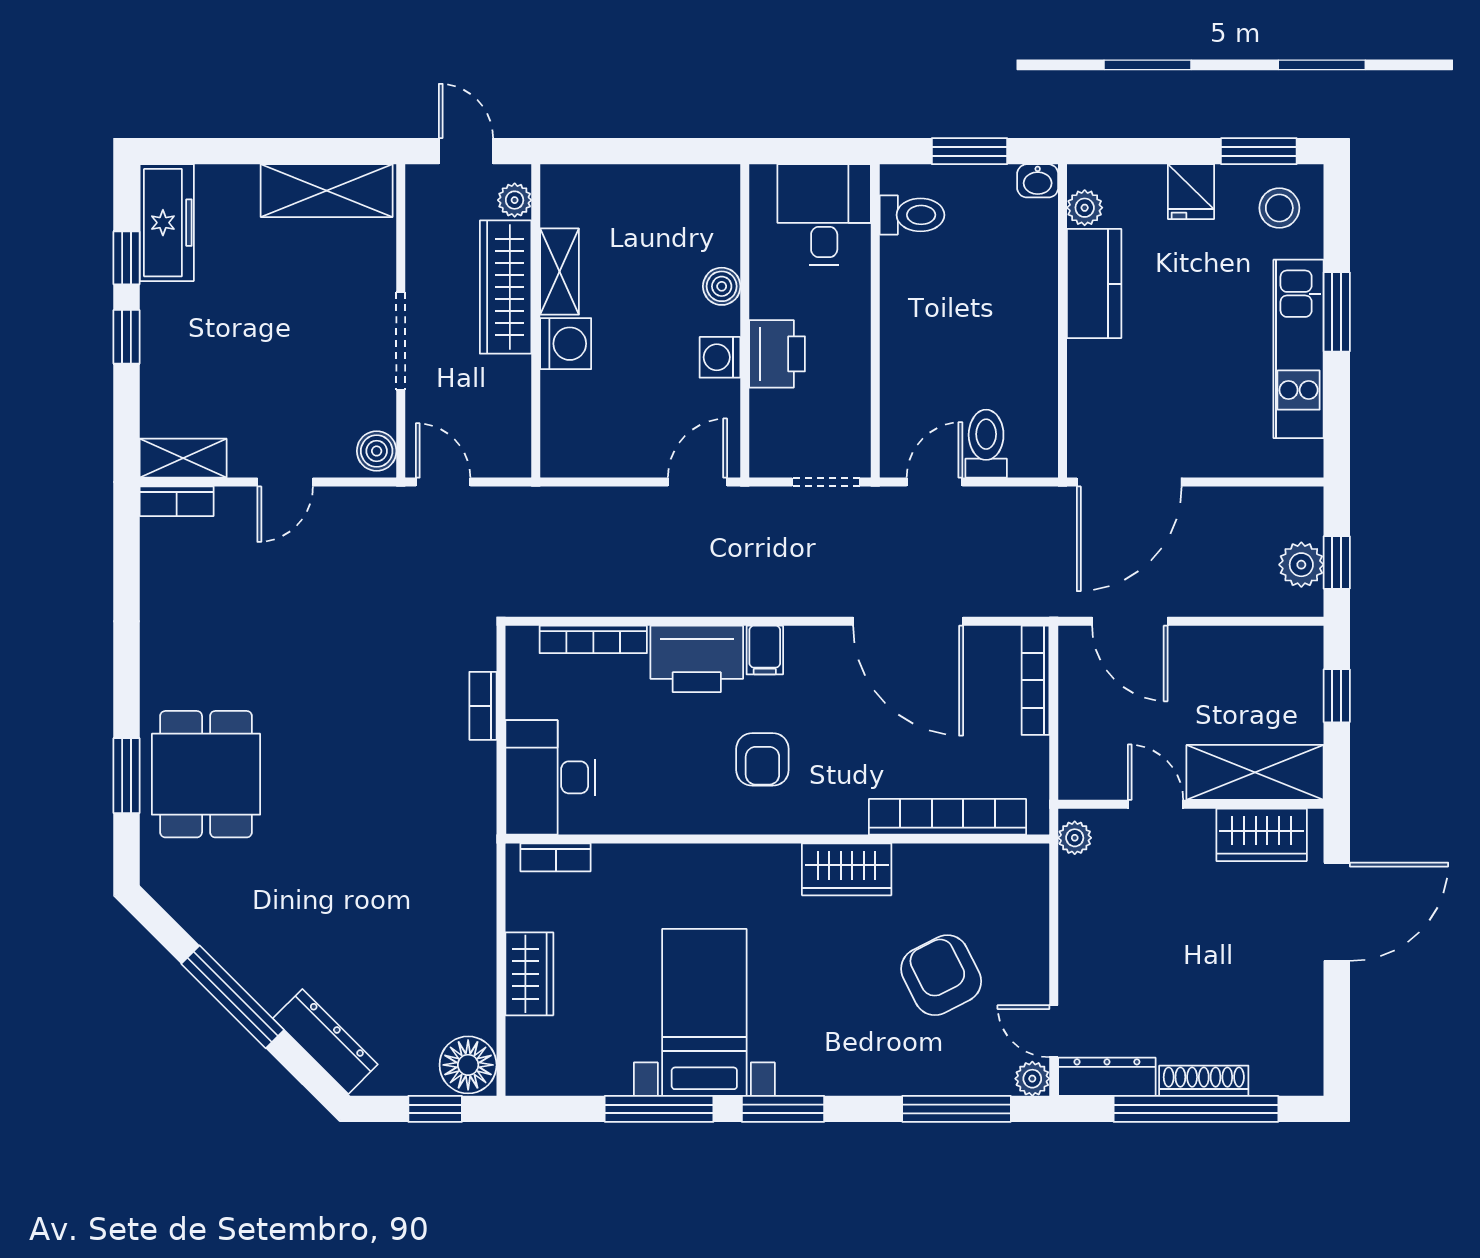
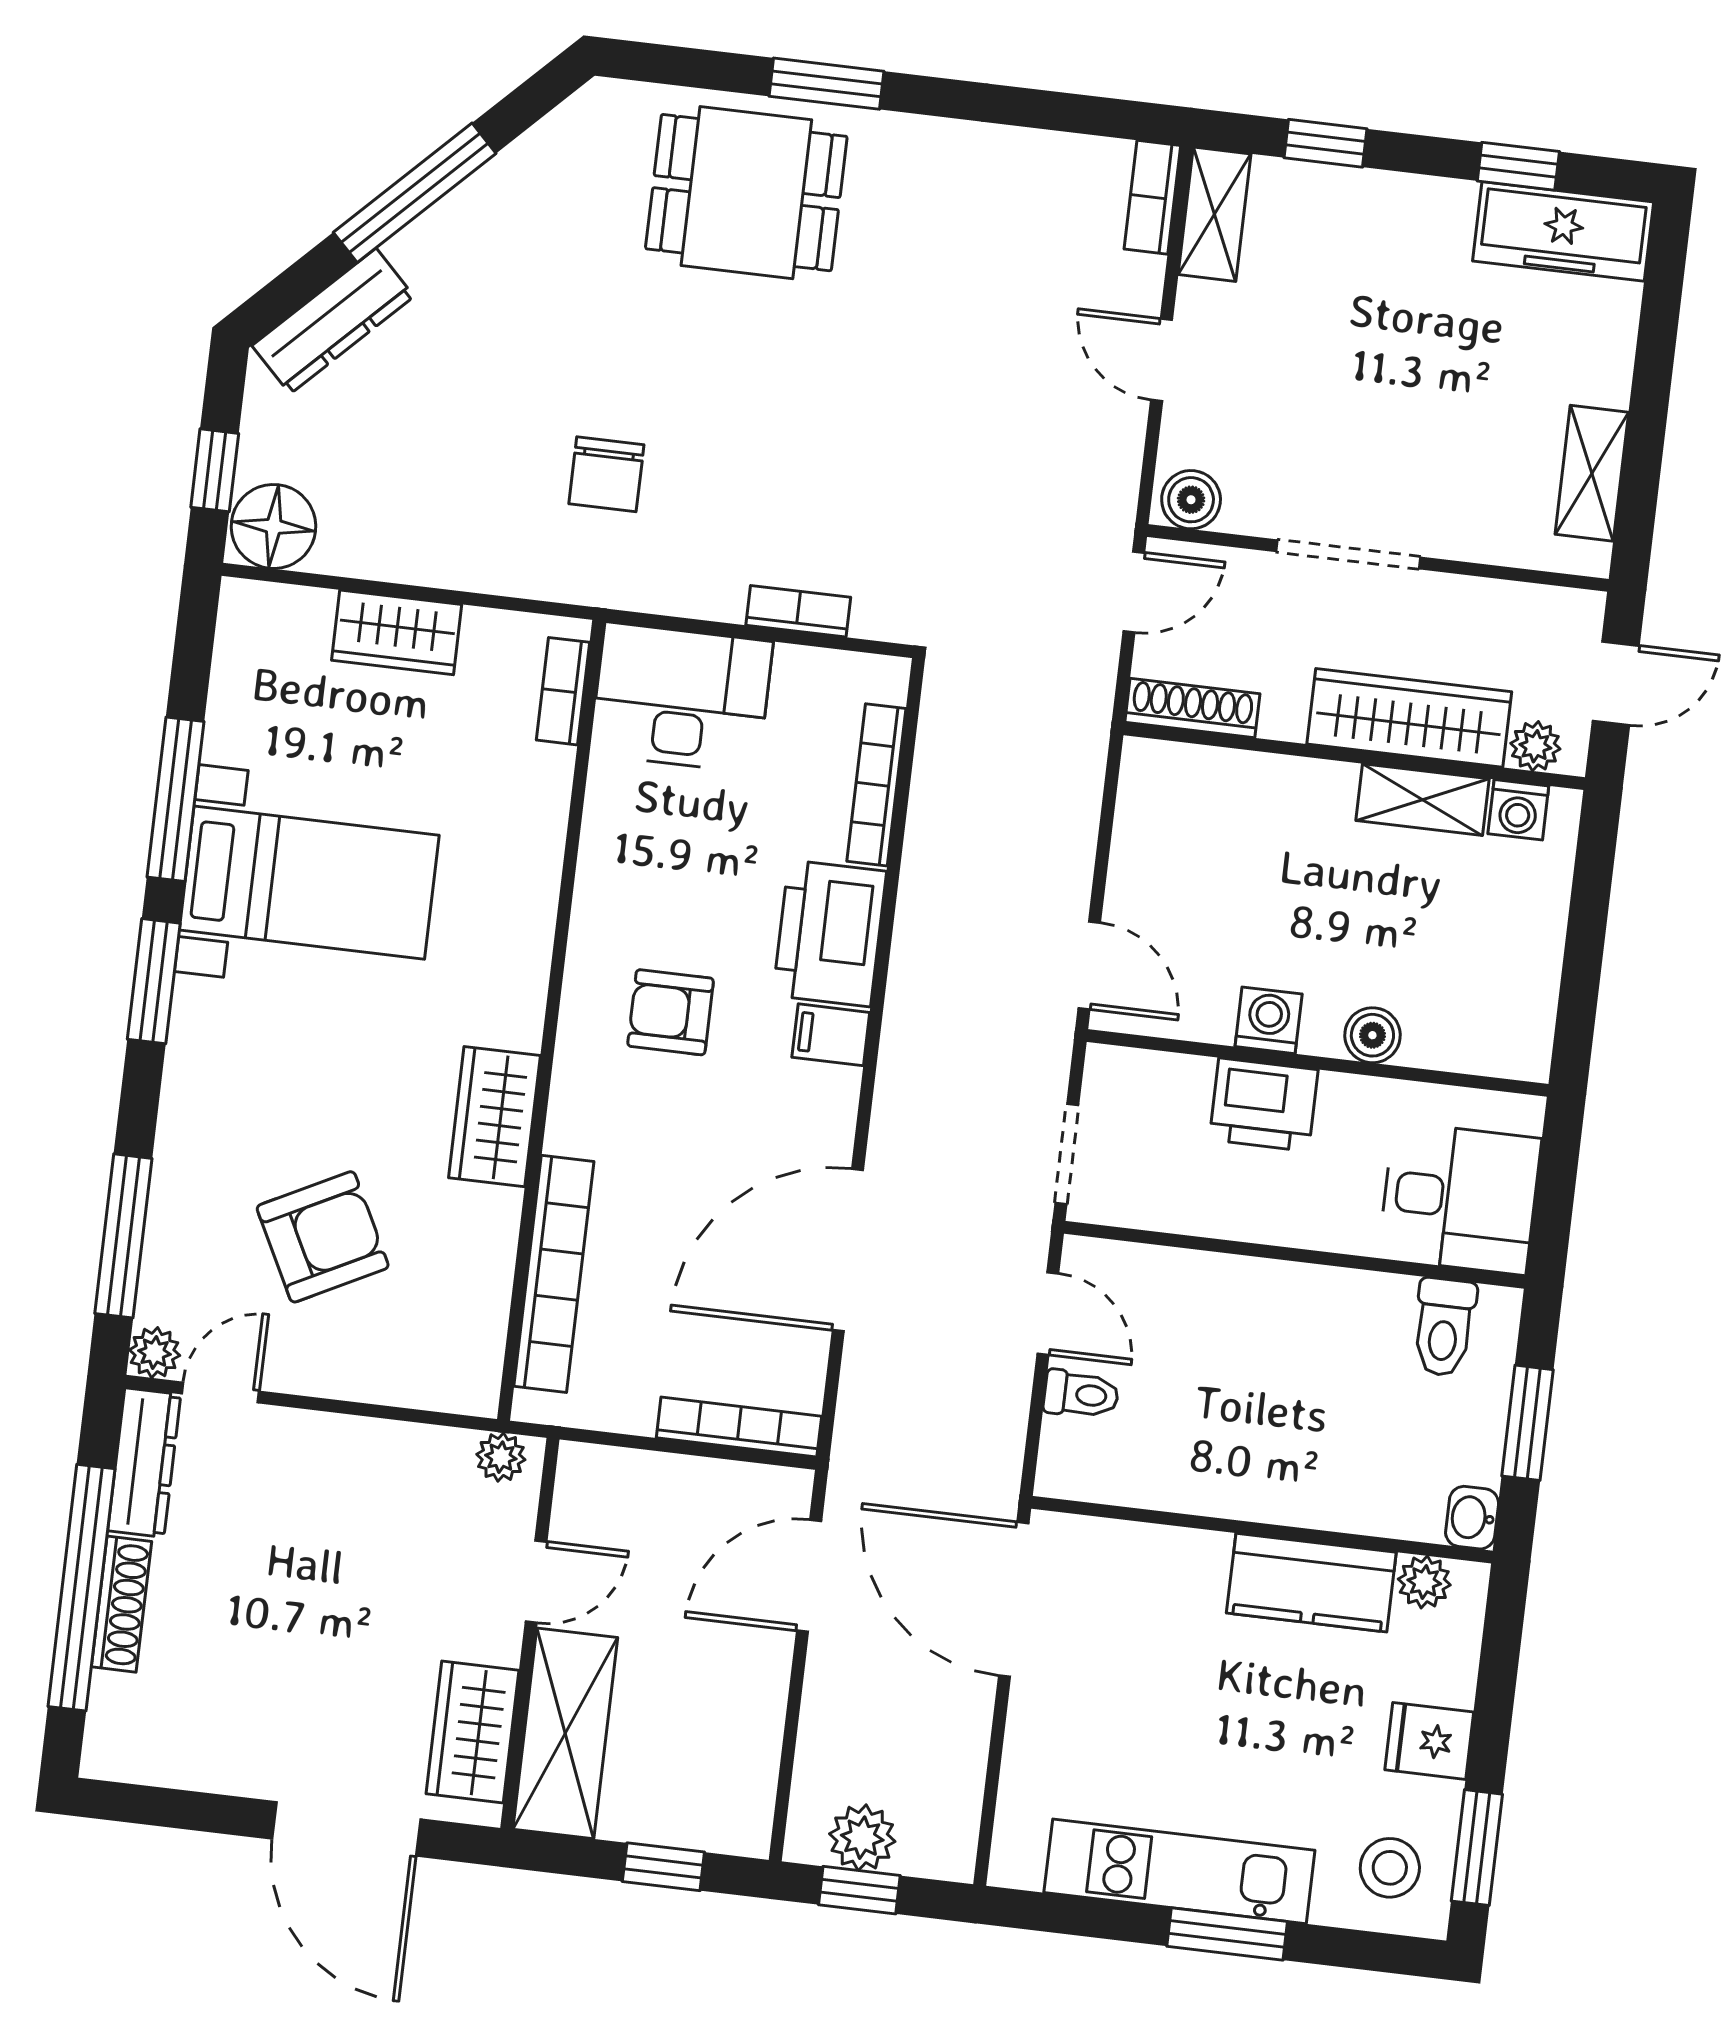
shelving: (327, 191) -> (1592, 473), width x0.67, depth x0.75
window: (127, 337) -> (1326, 143), moved
washing machine: (566, 344) -> (1518, 810), moved, width x0.73, depth x0.73
shoe rack: (516, 433) -> (1192, 708), added
toilet: (986, 444) -> (1081, 1394), width x0.73, depth x0.72
window: (127, 776) -> (826, 84), moved
chair: (406, 846) -> (606, 474), added

